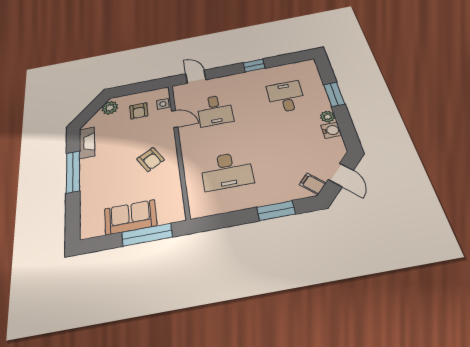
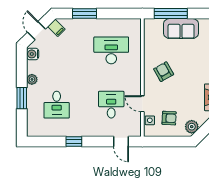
armchair: (139, 111) -> (169, 118), turned 93
water cooler: (331, 130) -> (33, 54), moved

